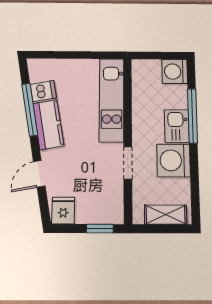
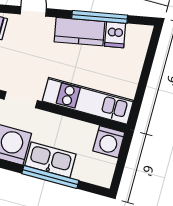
washing machine: (175, 72) -> (109, 142), moved, turned 180
kitchen sink: (177, 126) -> (50, 160), width x1.38

